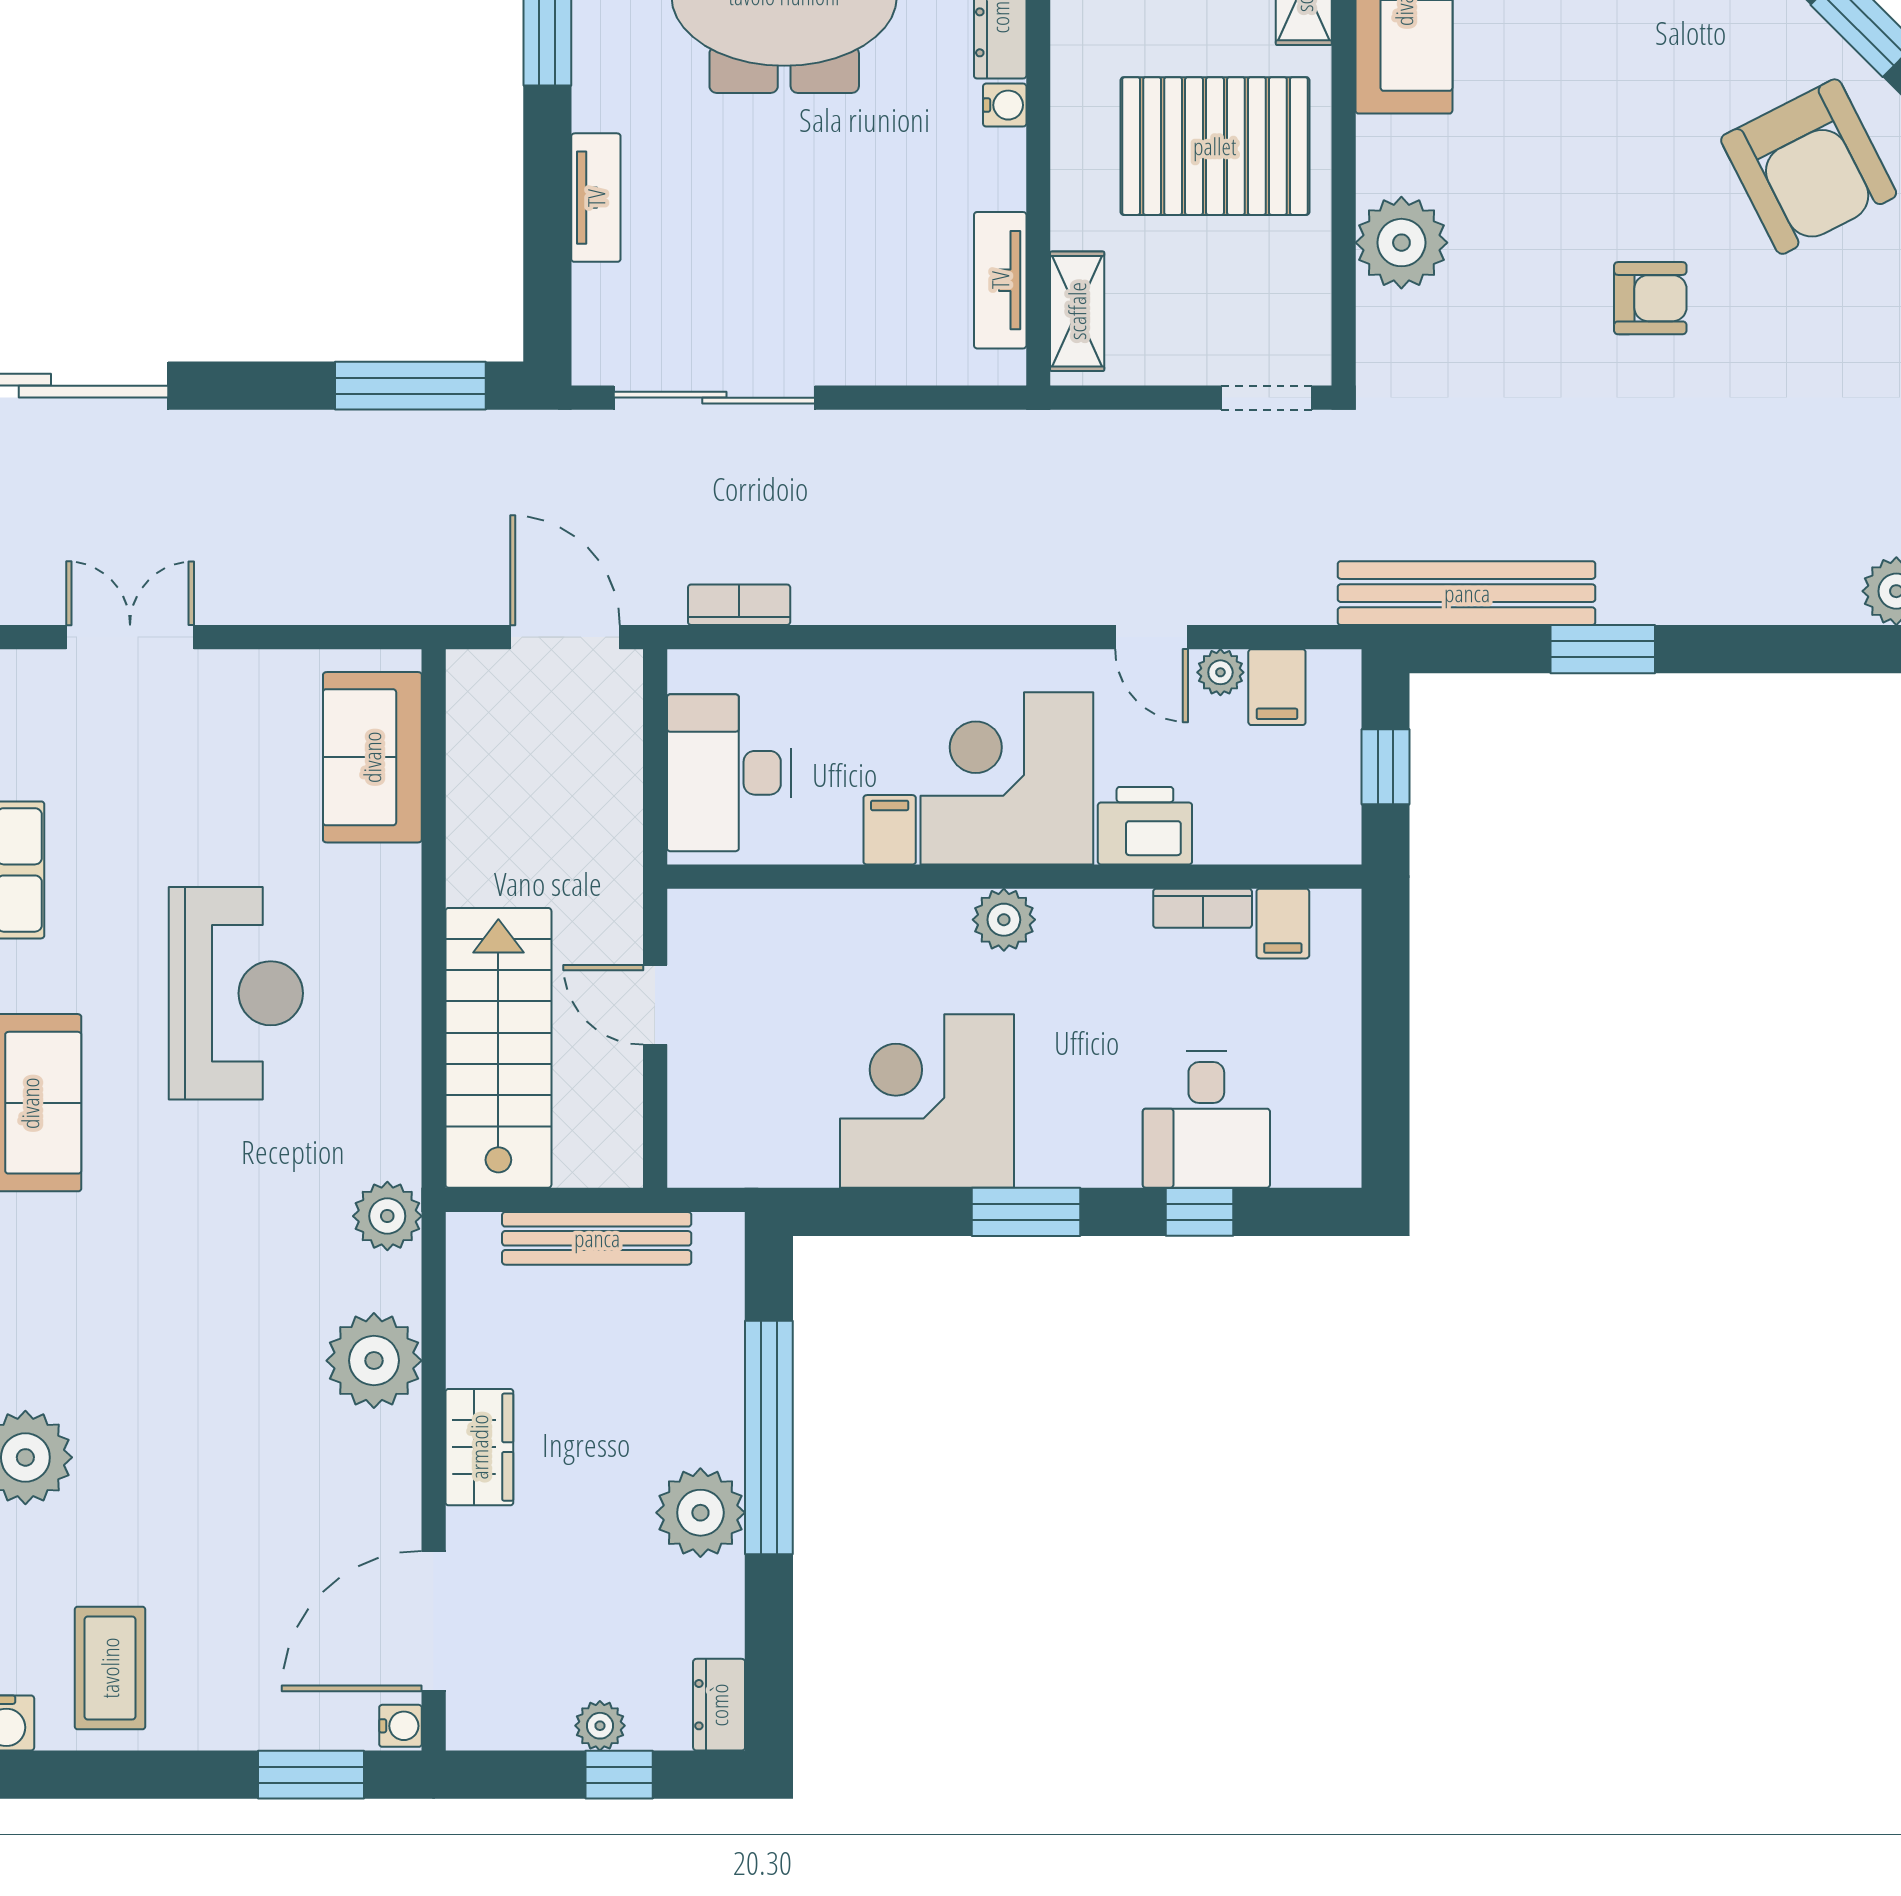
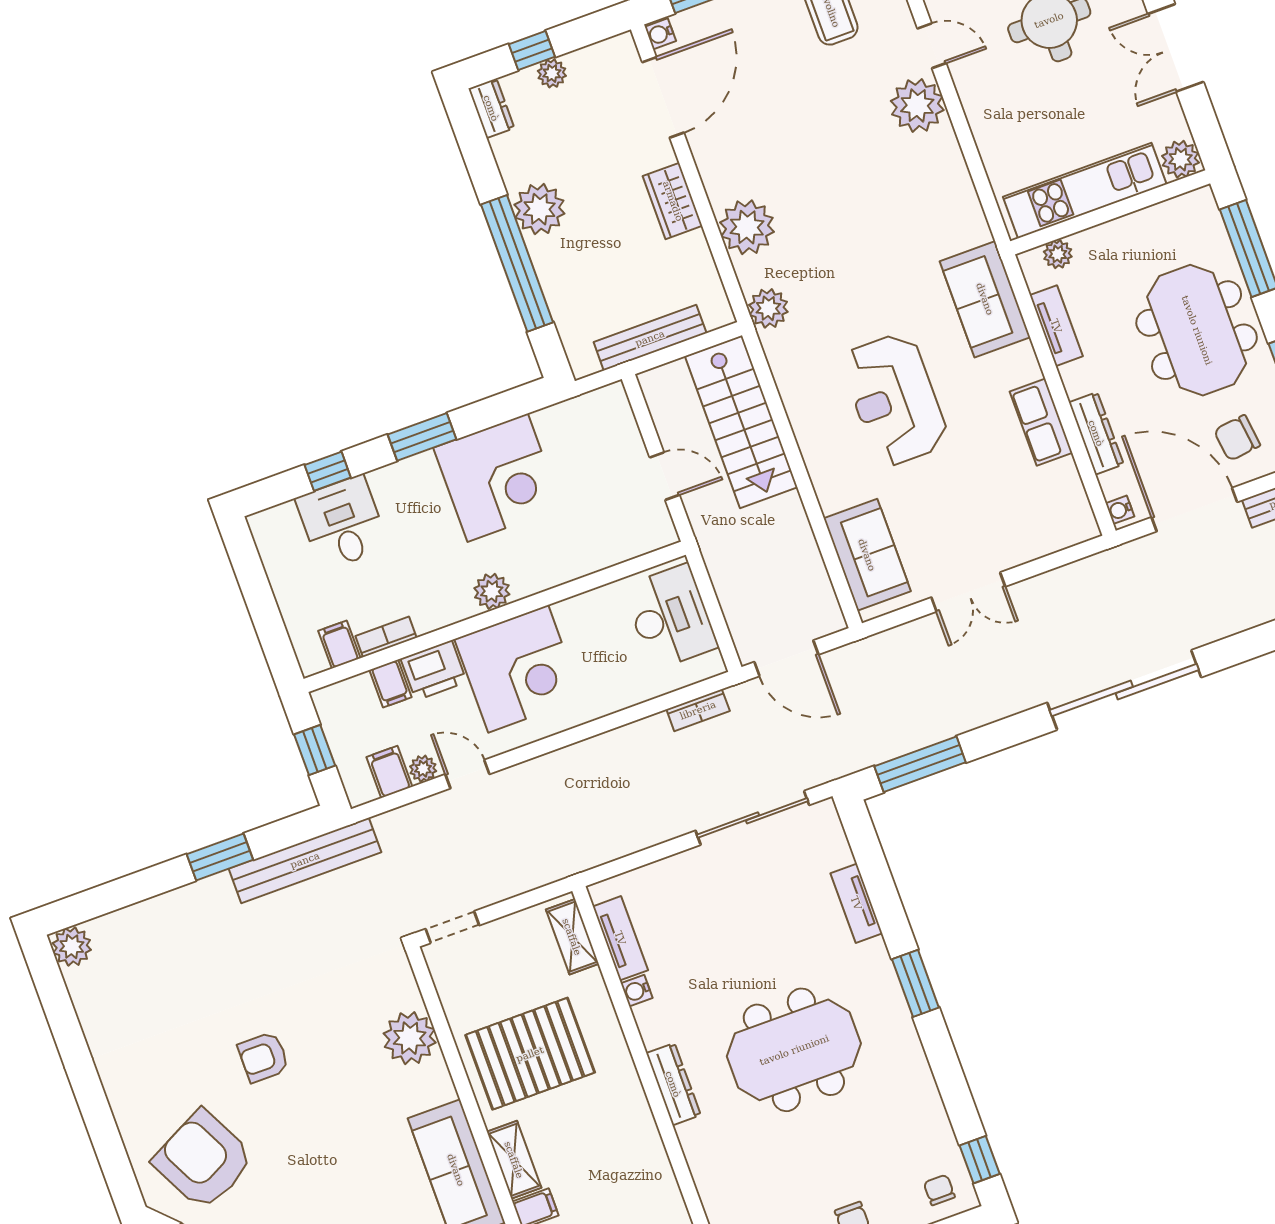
water cooler: (1005, 105) -> (637, 991), moved
double door: (130, 637) -> (968, 592), moved
filing cabinet: (890, 830) -> (391, 684), moved

